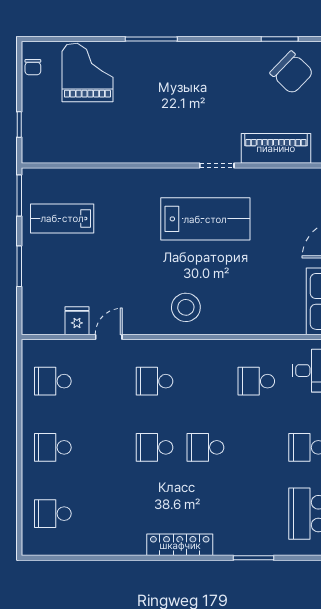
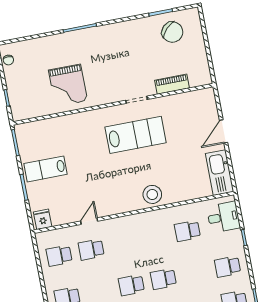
grand piano: (87, 73) -> (68, 85), moved, turned 180
piano: (276, 148) -> (172, 84), width x0.73, depth x0.75
lab bench: (62, 218) -> (46, 169), moved
stool: (186, 307) -> (152, 194), moved
fridge: (77, 321) -> (43, 219), moved
school desk: (155, 381) -> (91, 250), moved

